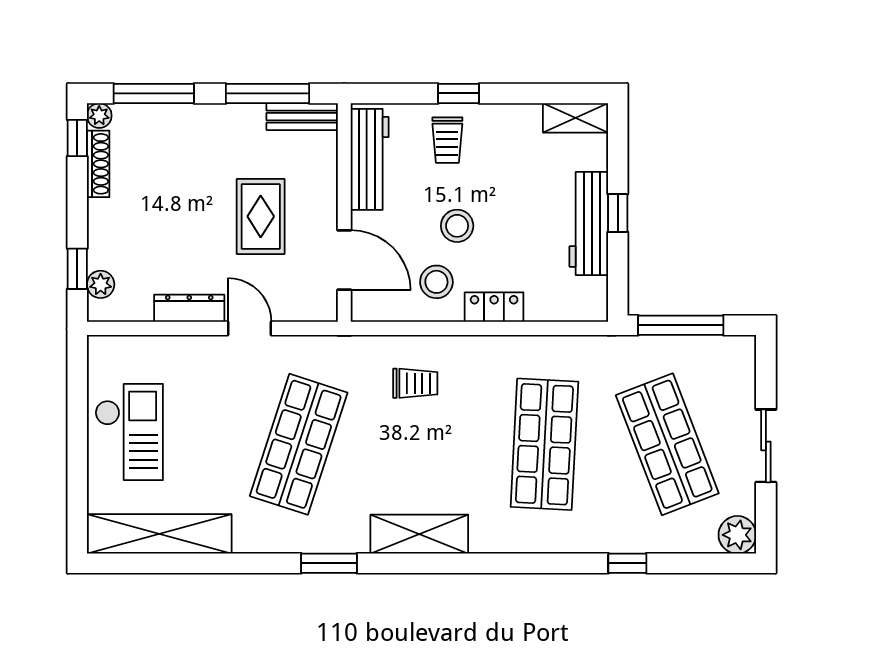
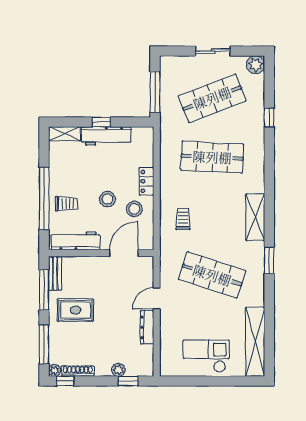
window: (459, 93) -> (44, 198), width x3.17
shelving: (576, 118) -> (65, 134), moved, turned 90
rug: (261, 216) -> (75, 310), moved
plant: (101, 284) -> (118, 370), moved

